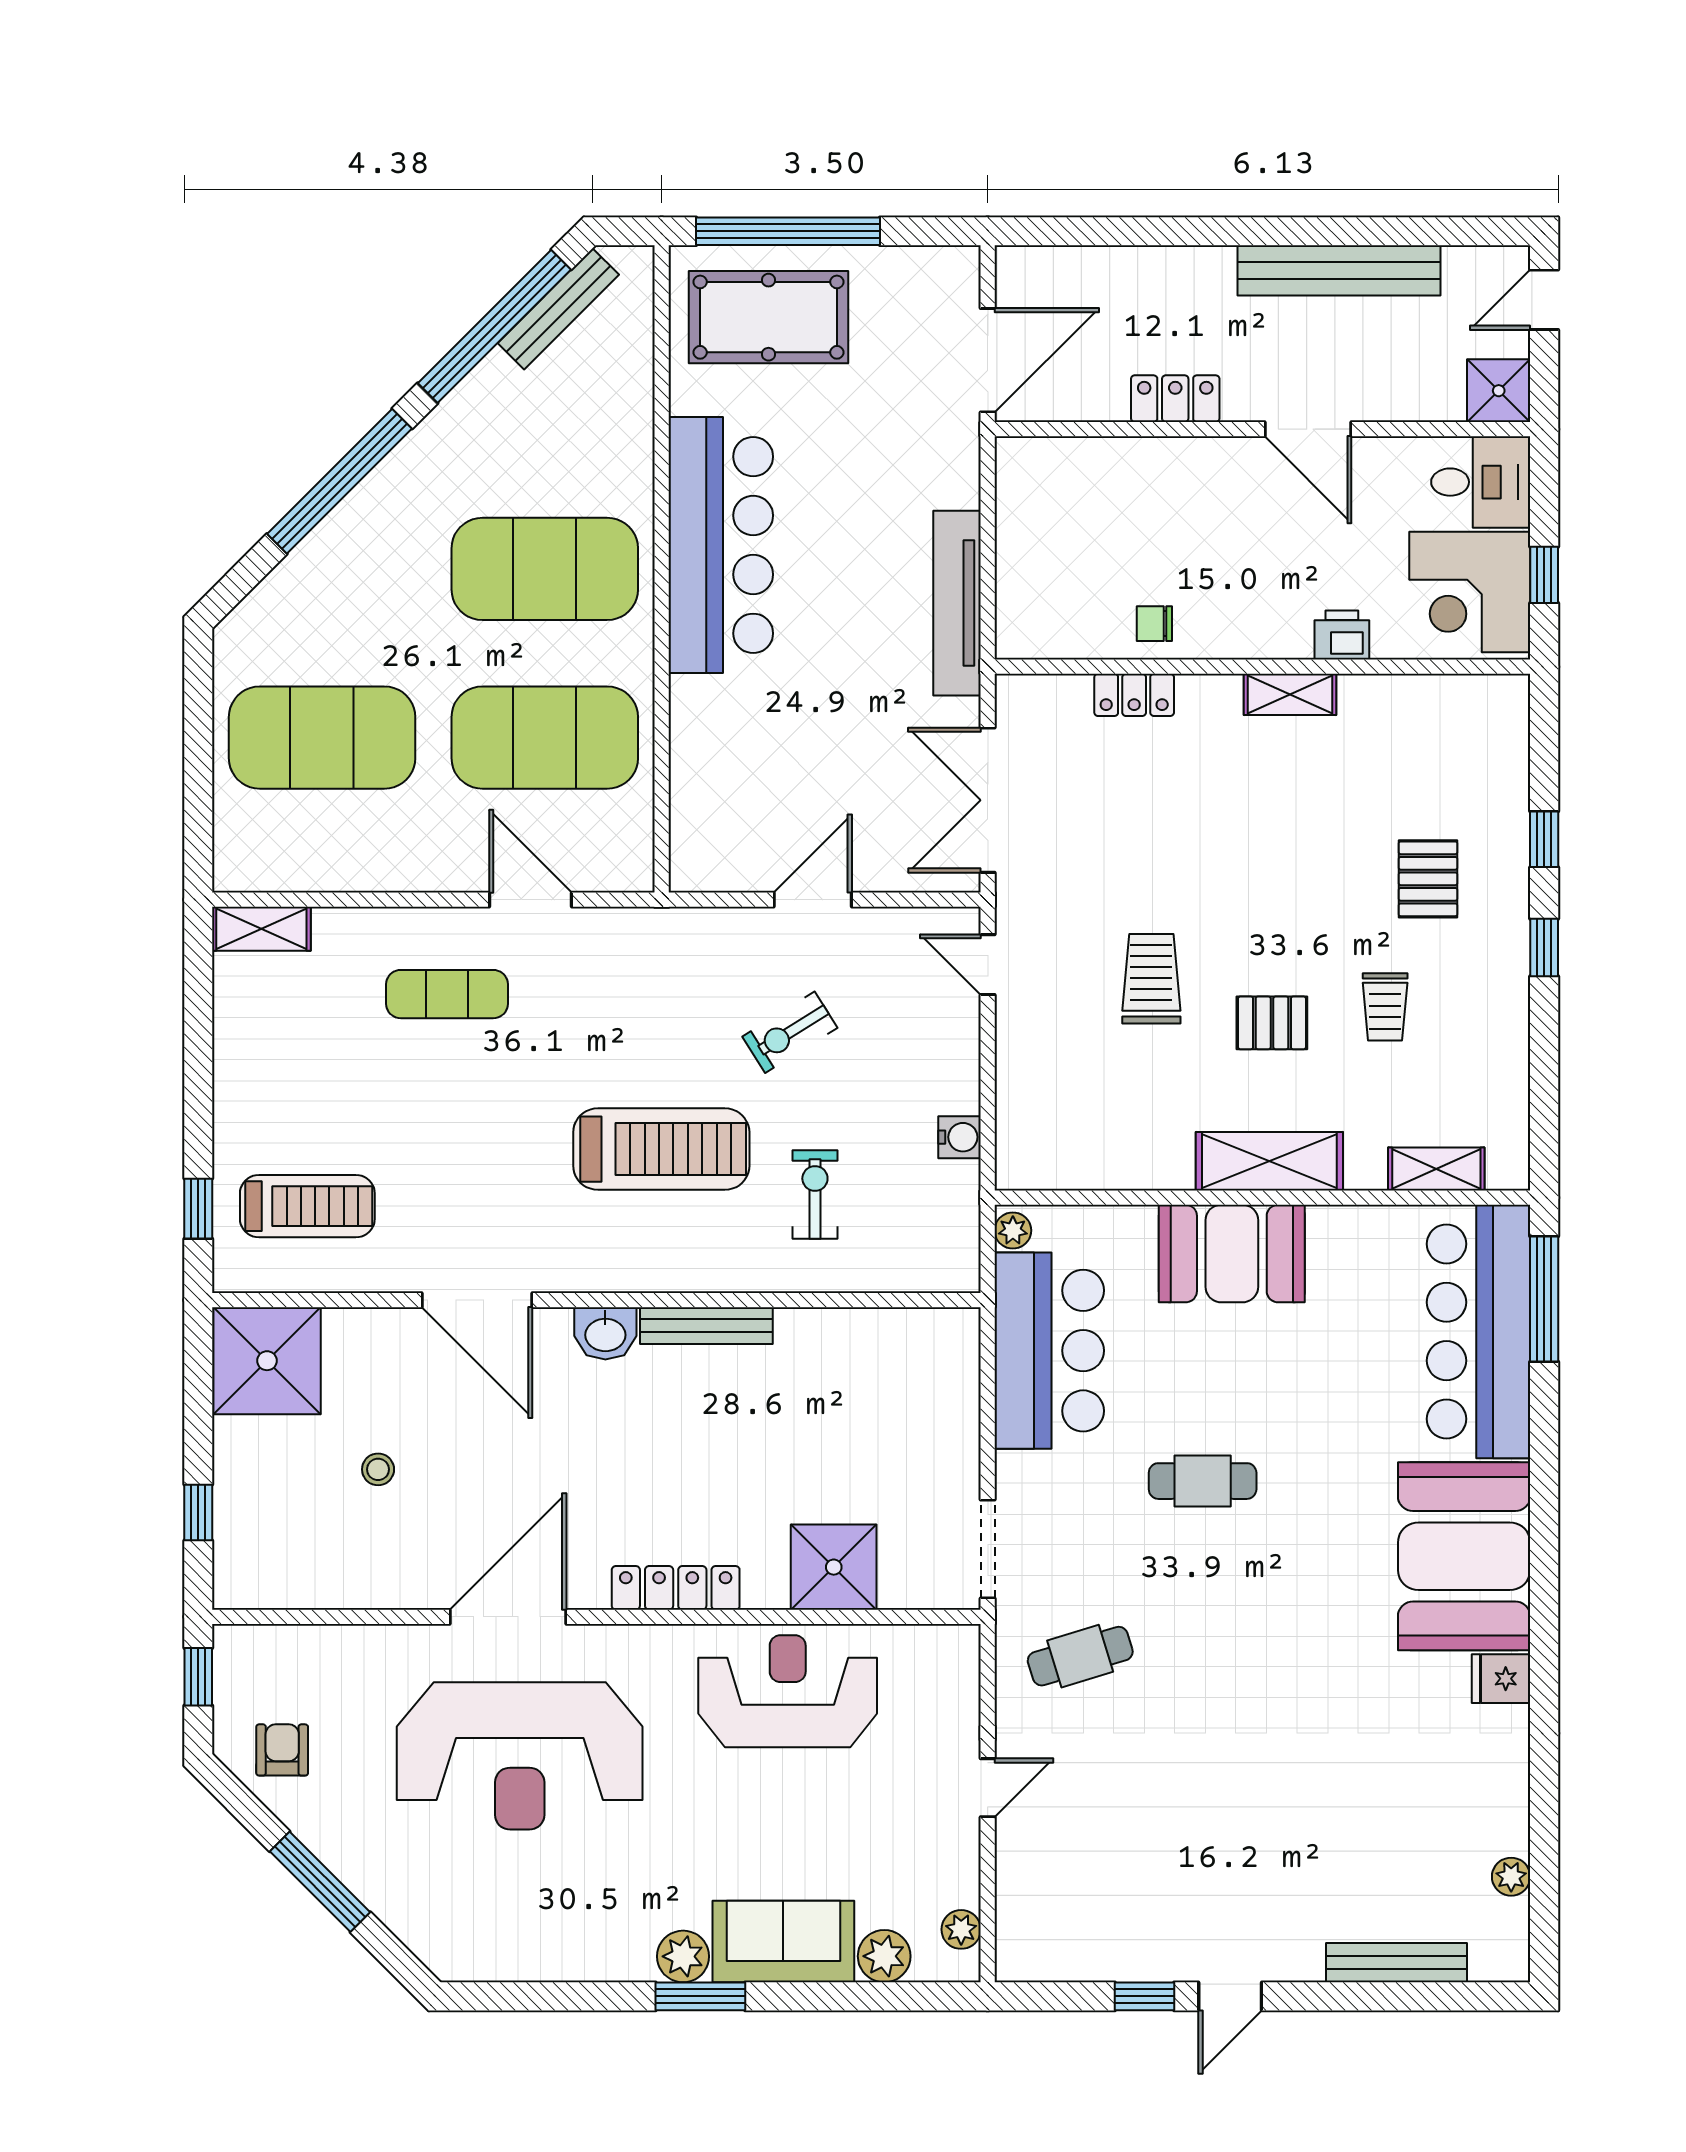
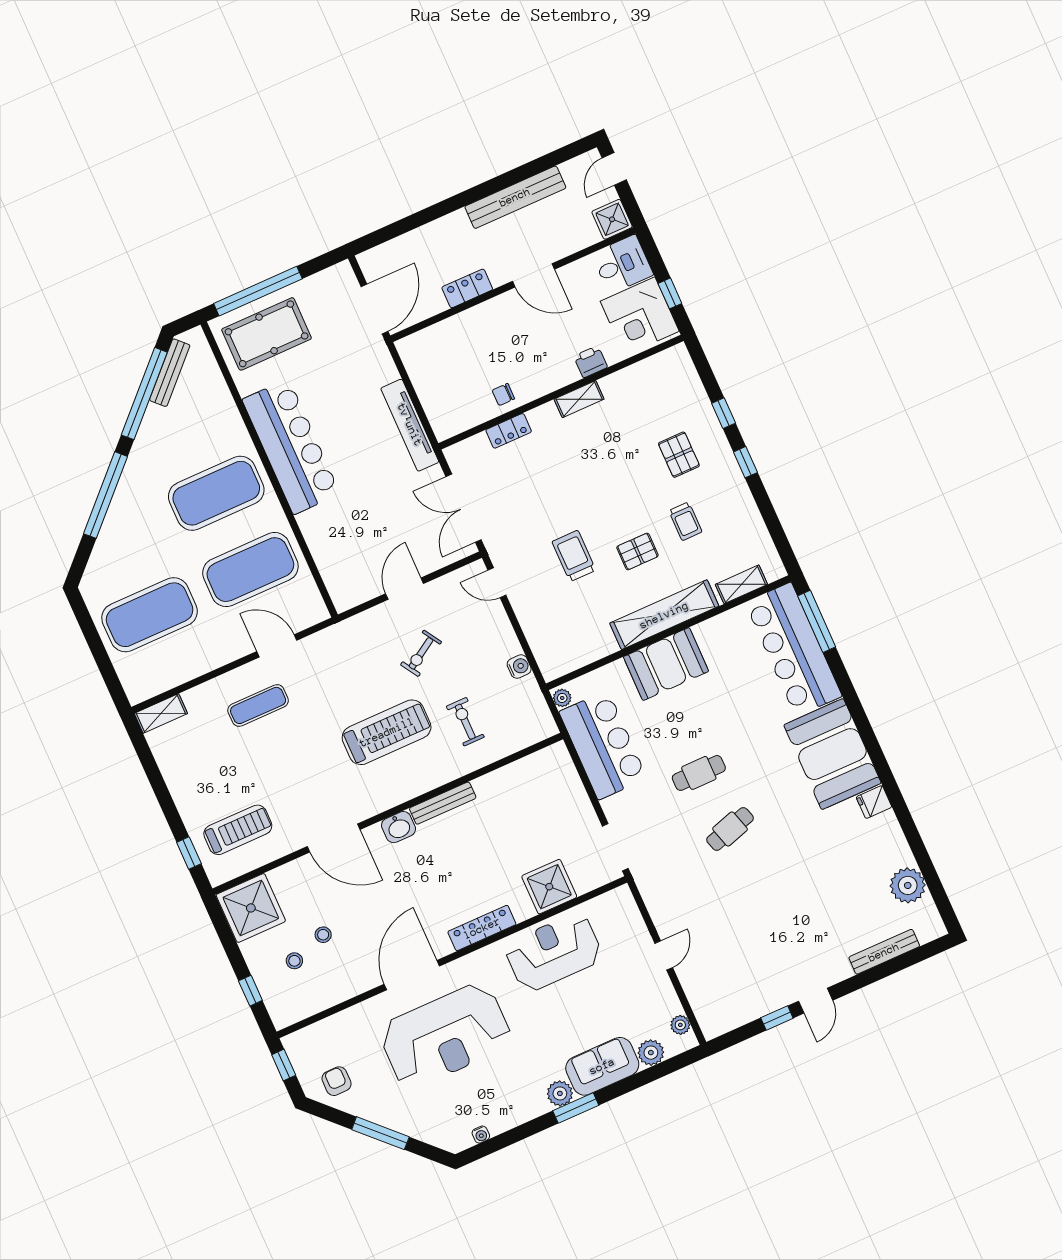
shelving: (1269, 1161) -> (664, 615), width x1.47
stool: (304, 1494) -> (294, 961), added
cafe table: (1080, 1656) -> (730, 829), moved
plant: (1511, 1877) -> (908, 885), width x1.88, depth x1.88
water cooler: (504, 1967) -> (481, 1135), added

